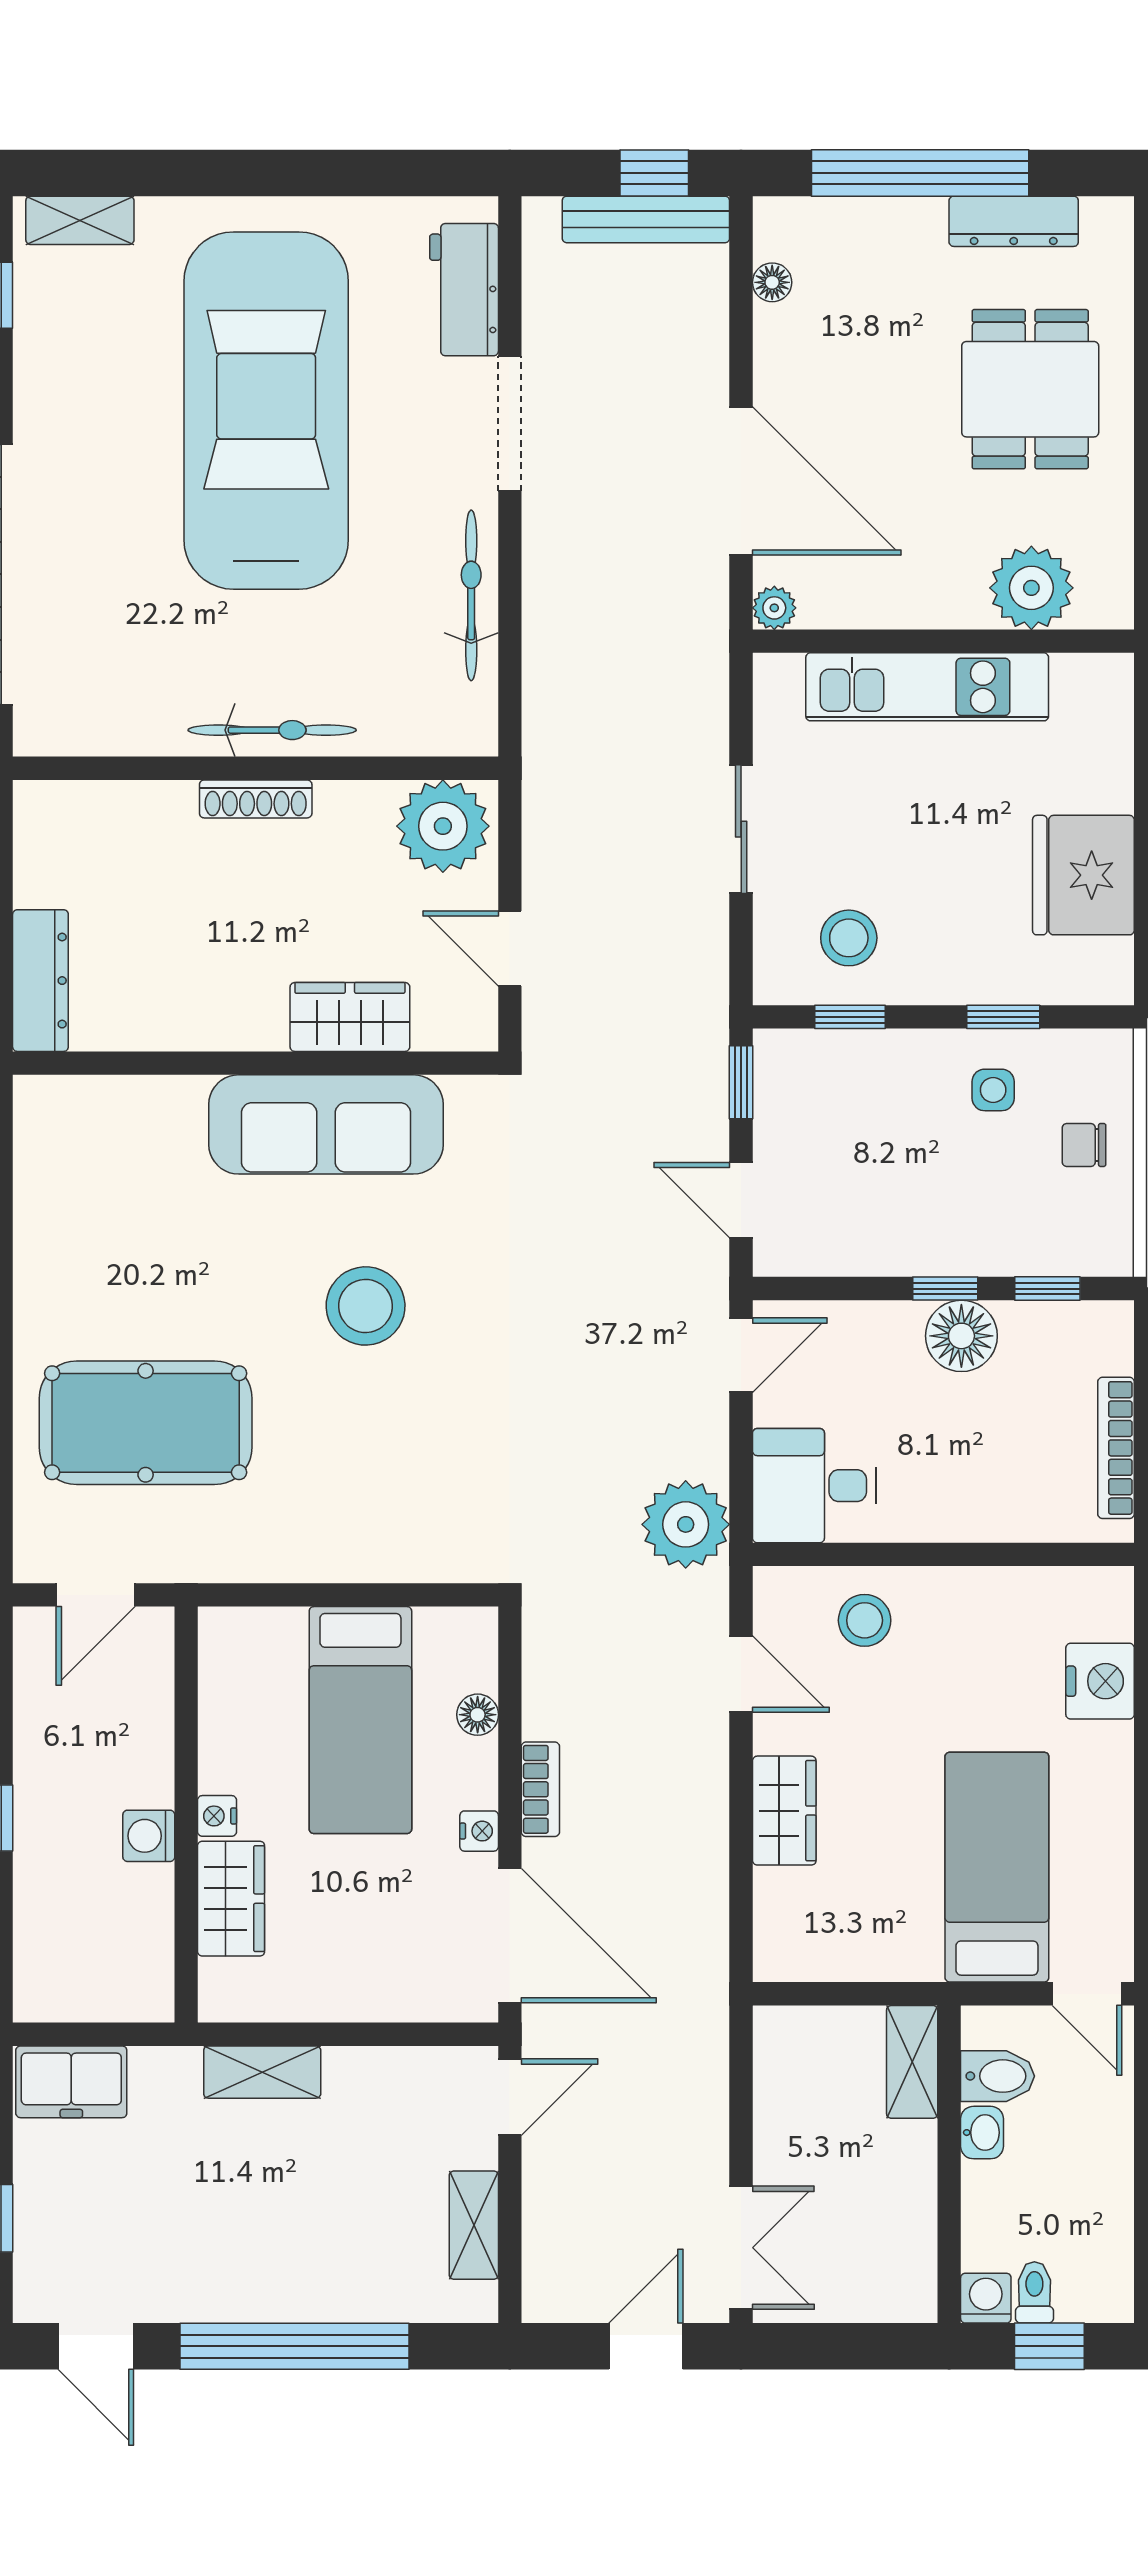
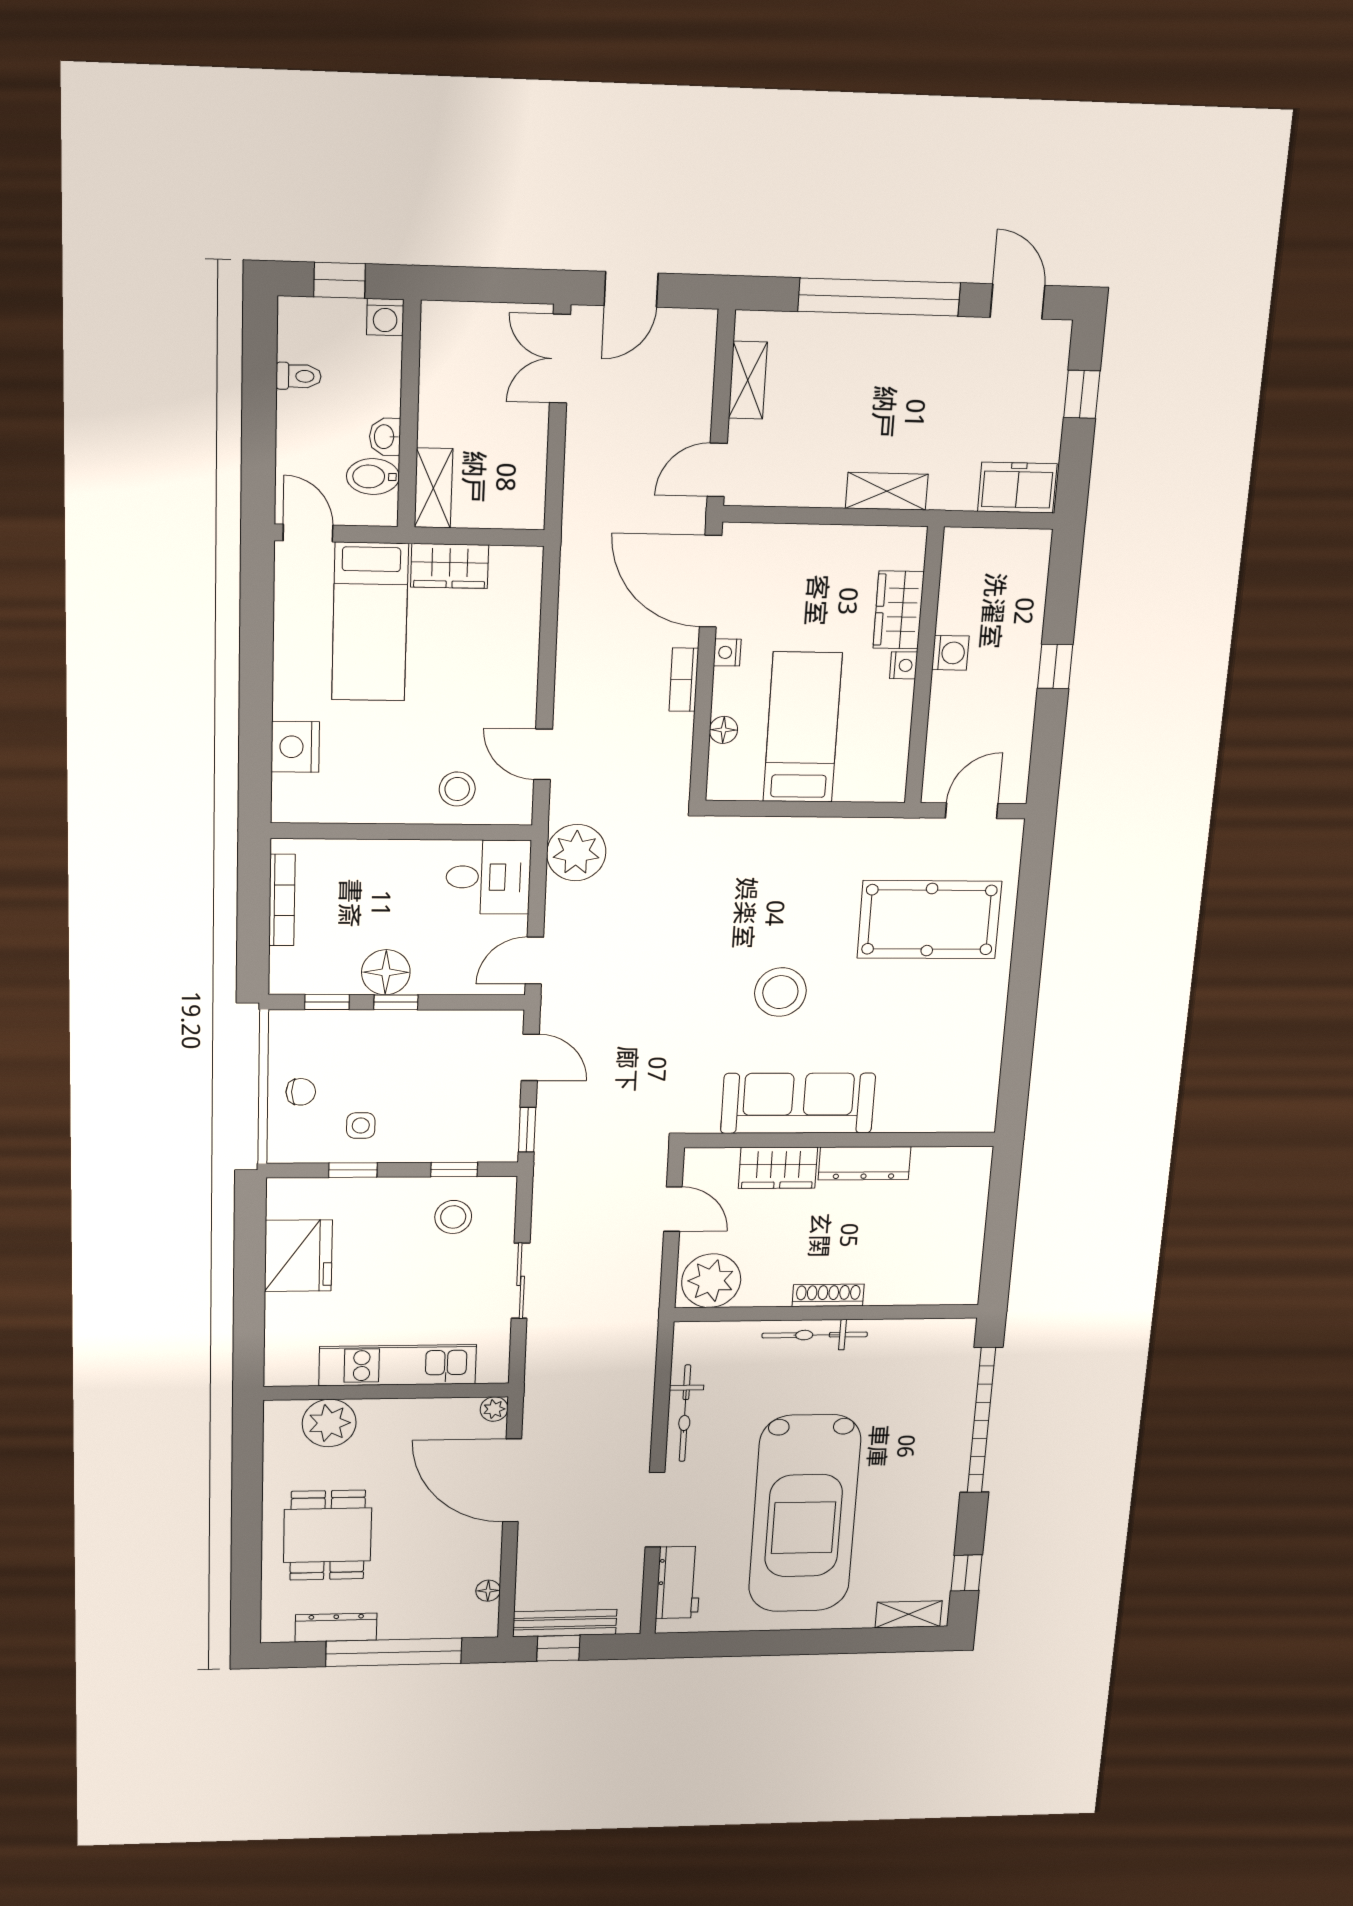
dresser: (40, 981) -> (865, 1163), moved, turned -90
wardrobe: (784, 1811) -> (450, 566), moved, turned -90
toilet: (1034, 2292) -> (299, 376), moved, turned -90

